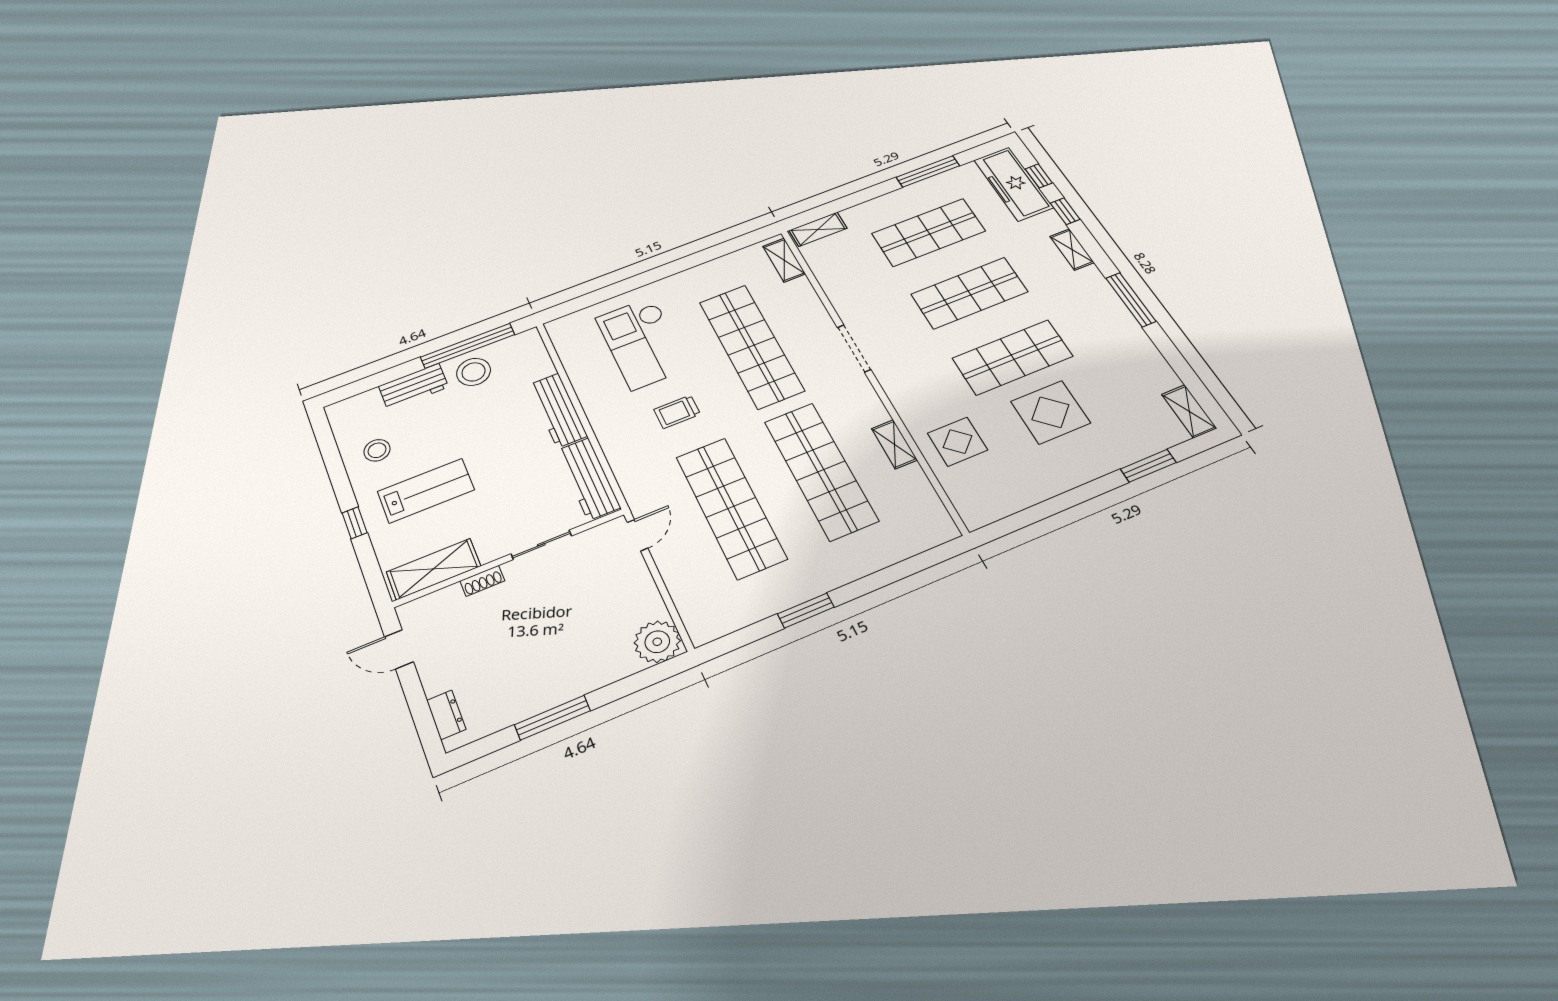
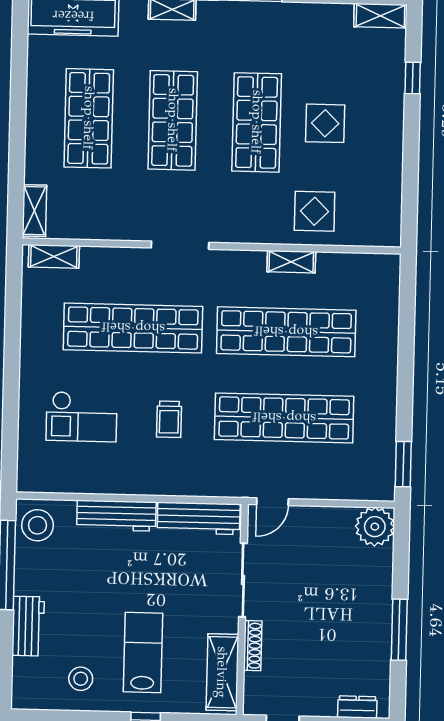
window: (928, 171) -> (19, 81), removed
checkout: (642, 343) -> (82, 417), width x0.73, depth x0.83
stool: (474, 372) -> (38, 525), moved
display table: (1051, 412) -> (325, 123), width x0.73, depth x0.73
window: (1148, 466) -> (413, 78), width x0.67
door: (637, 535) -> (272, 502), swing flipped
sliding door: (541, 545) -> (243, 580), width x1.37
shoe rack: (482, 581) -> (253, 646), width x1.43
window: (806, 611) -> (403, 464), moved

